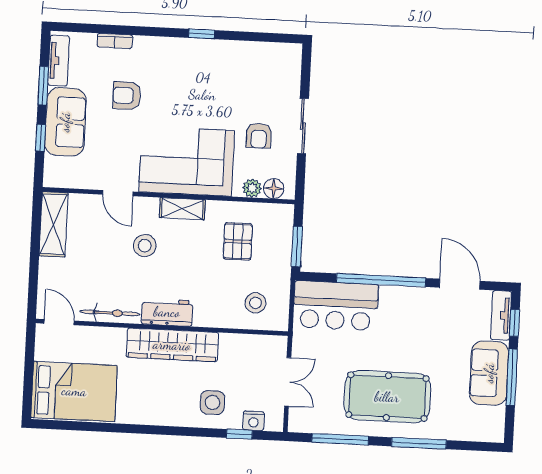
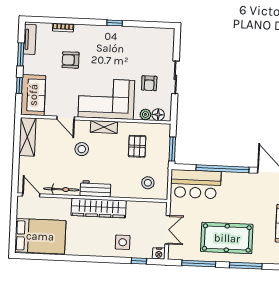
sofa: (65, 122) -> (33, 95), moved
nightstand: (254, 421) -> (159, 253), moved

